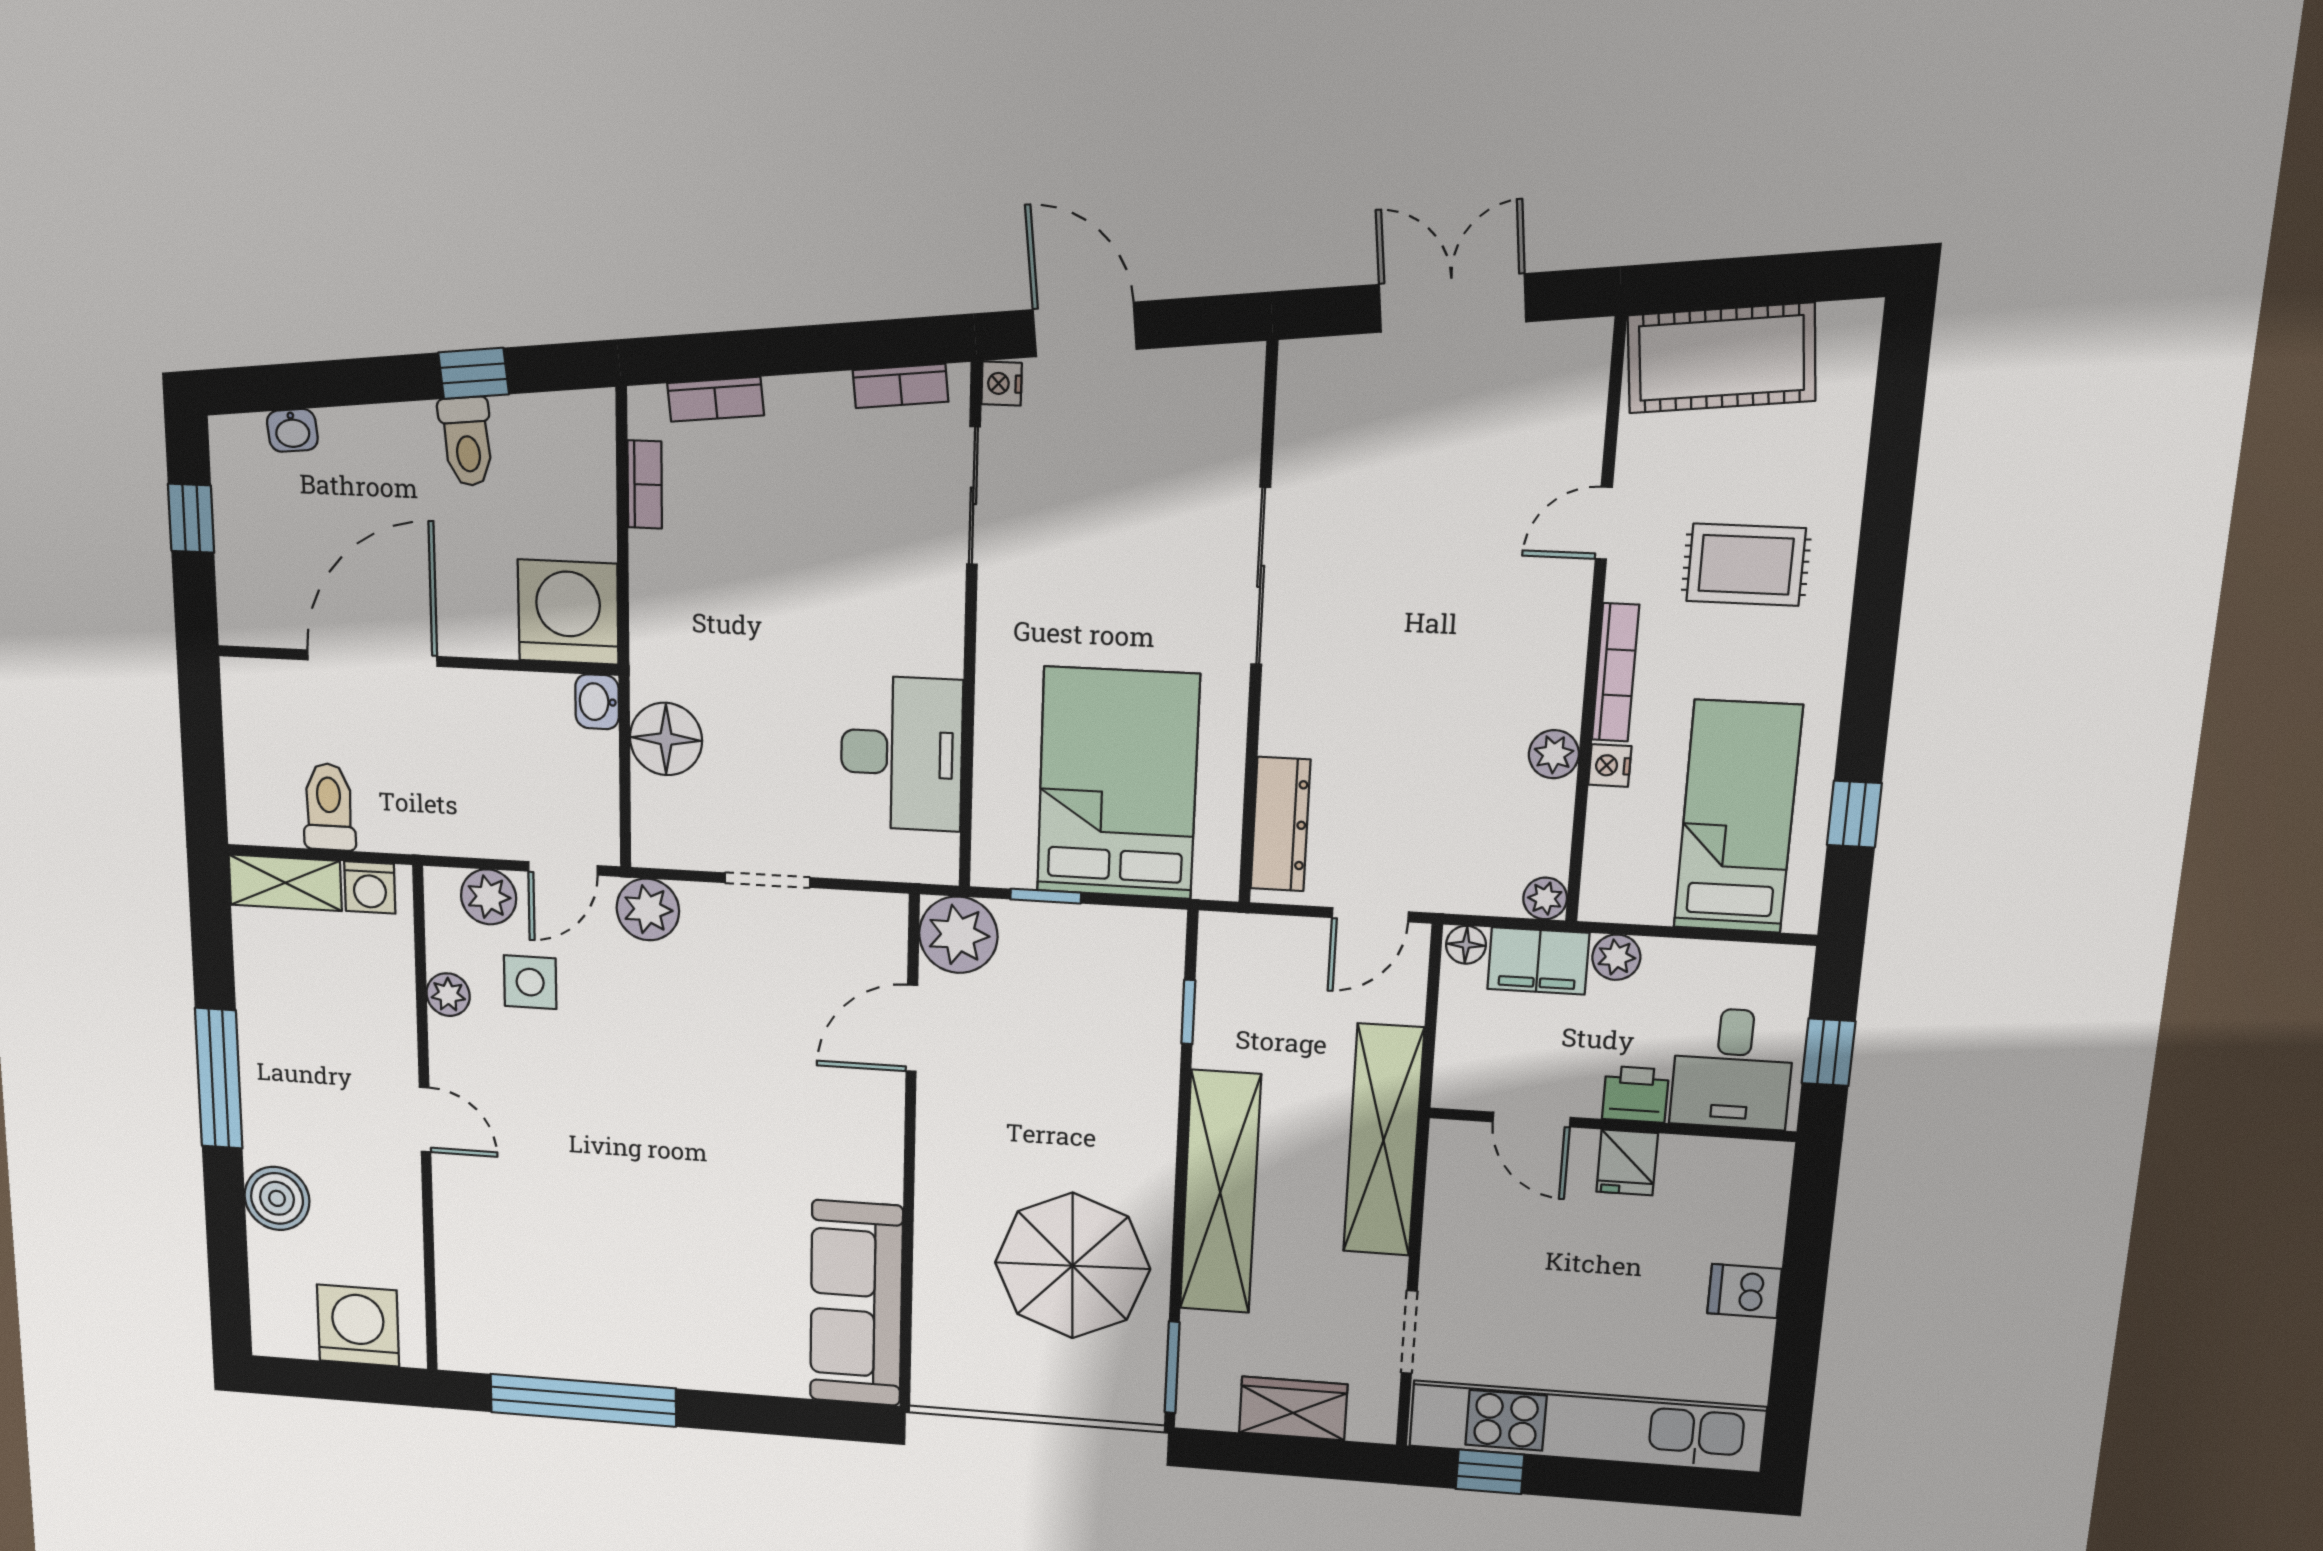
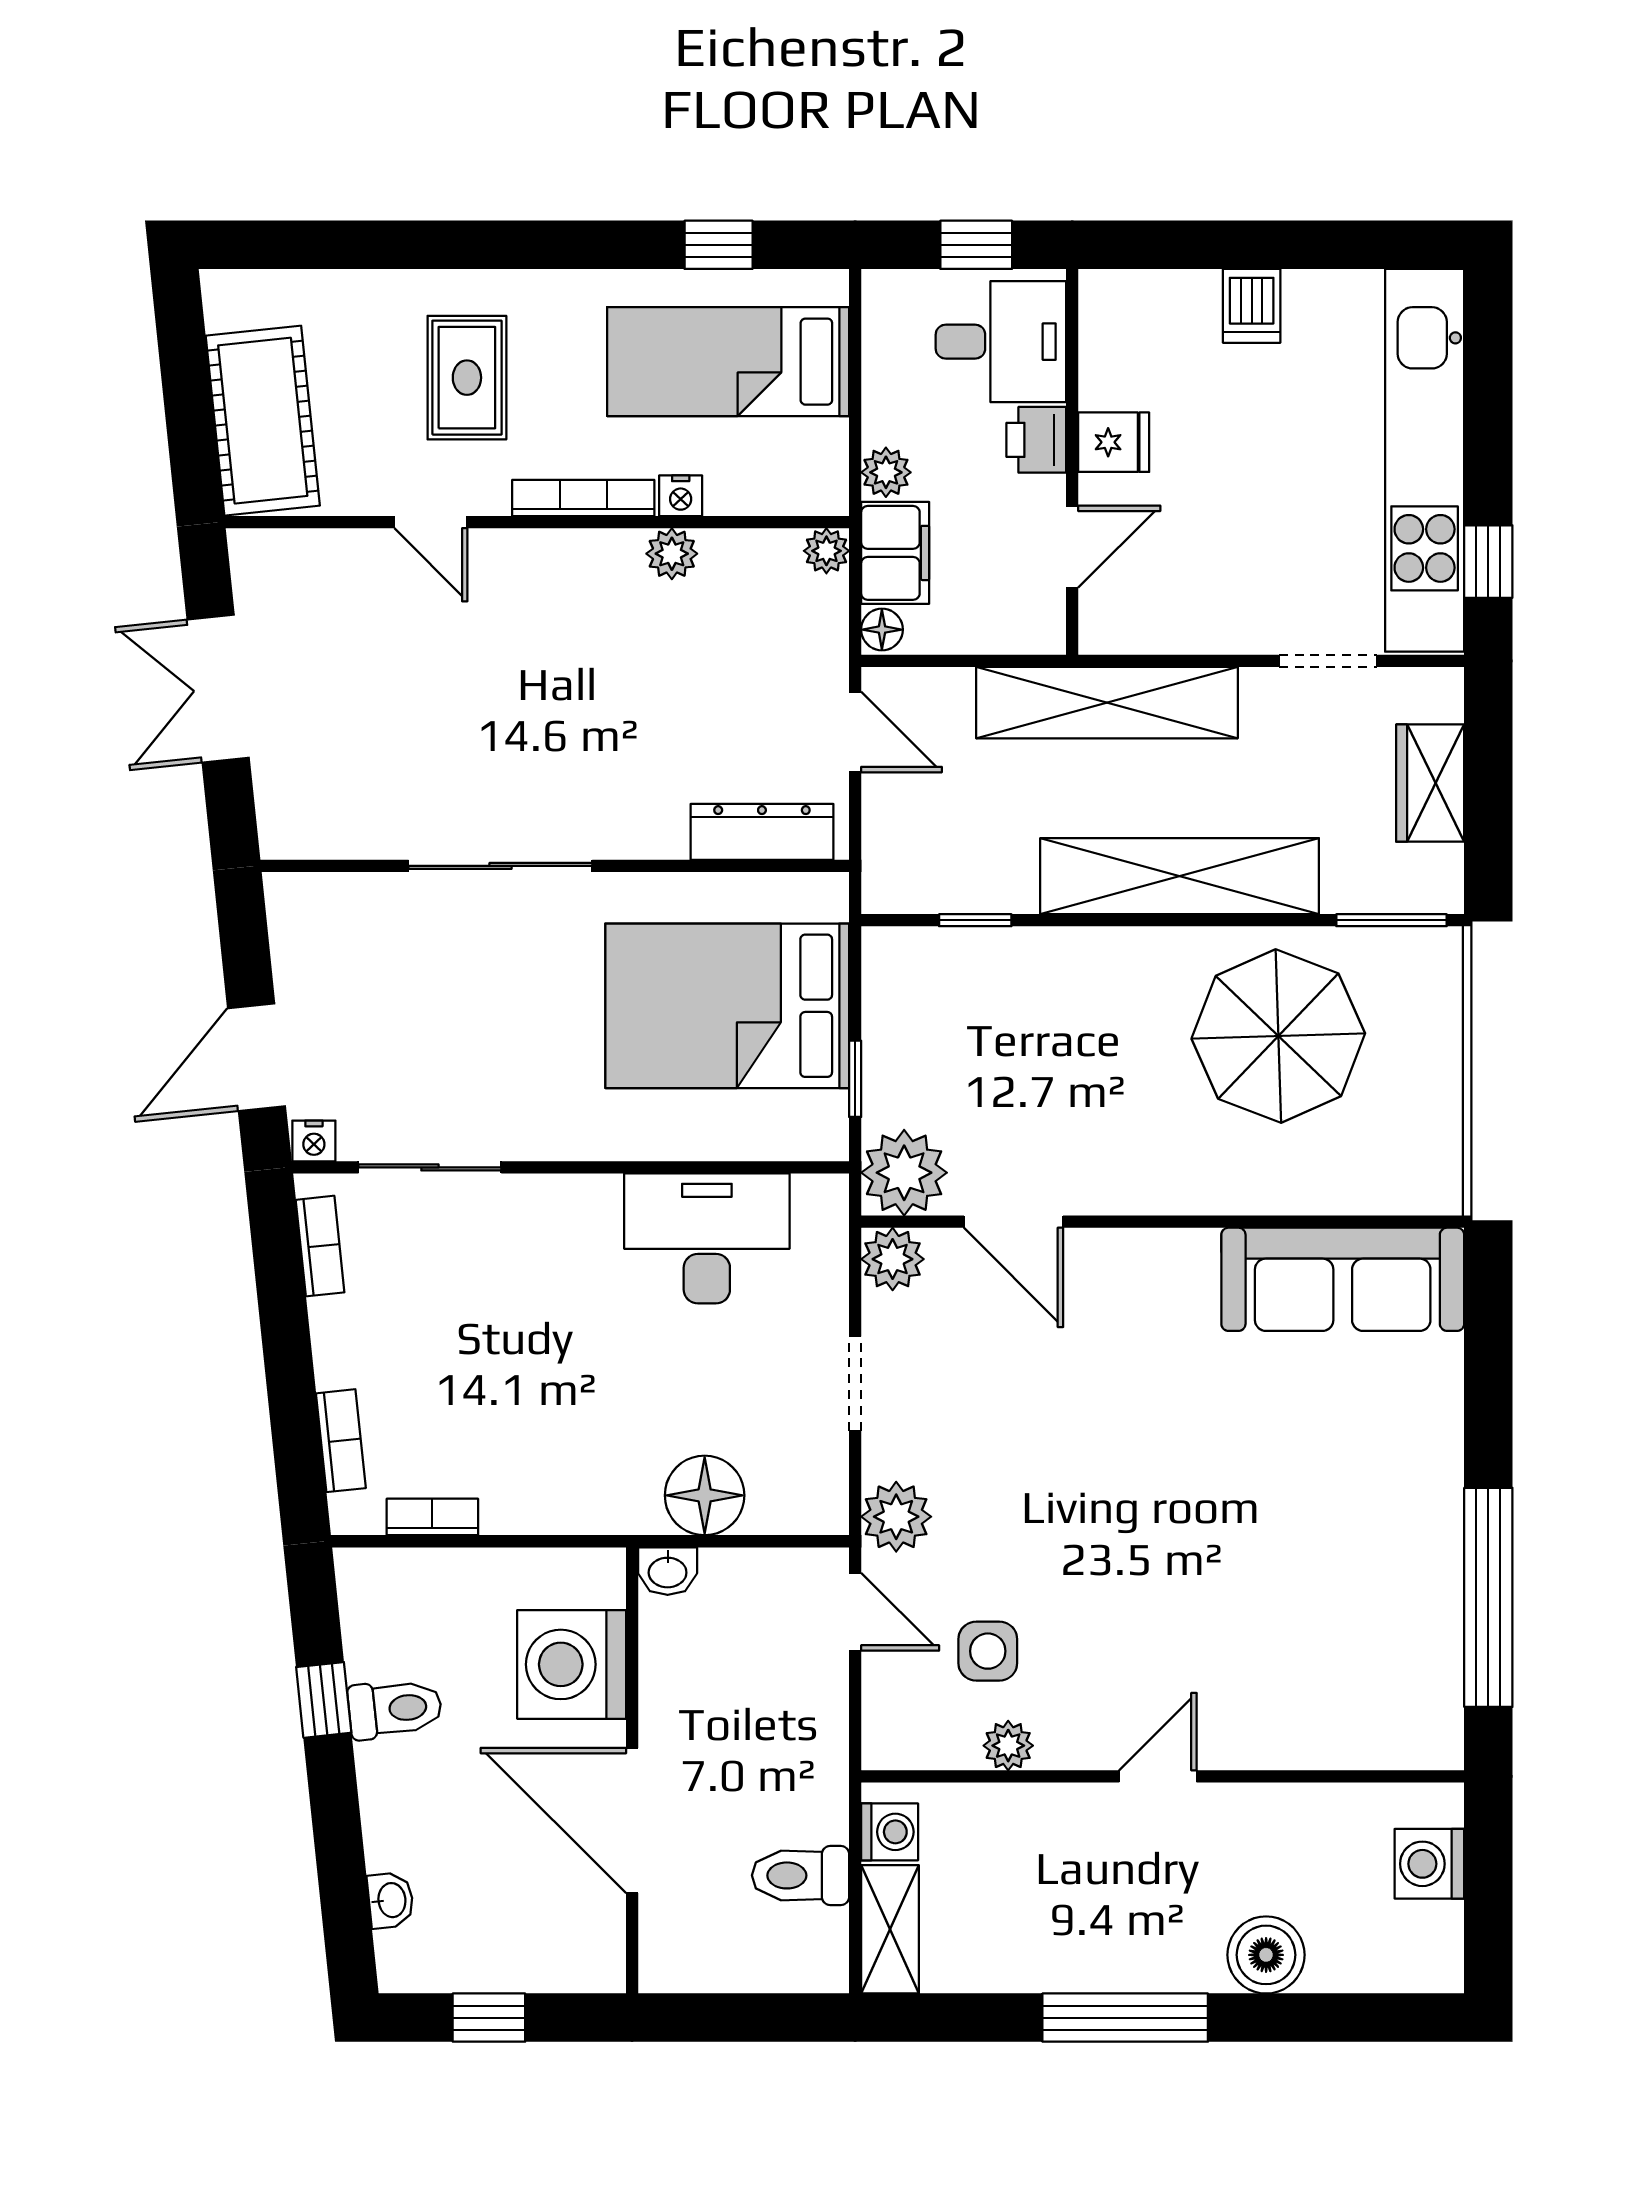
washing machine: (568, 612) -> (572, 1664), moved
plant: (489, 897) -> (893, 1259), moved
washing machine: (358, 1326) -> (1429, 1864), width x0.73, depth x0.73

